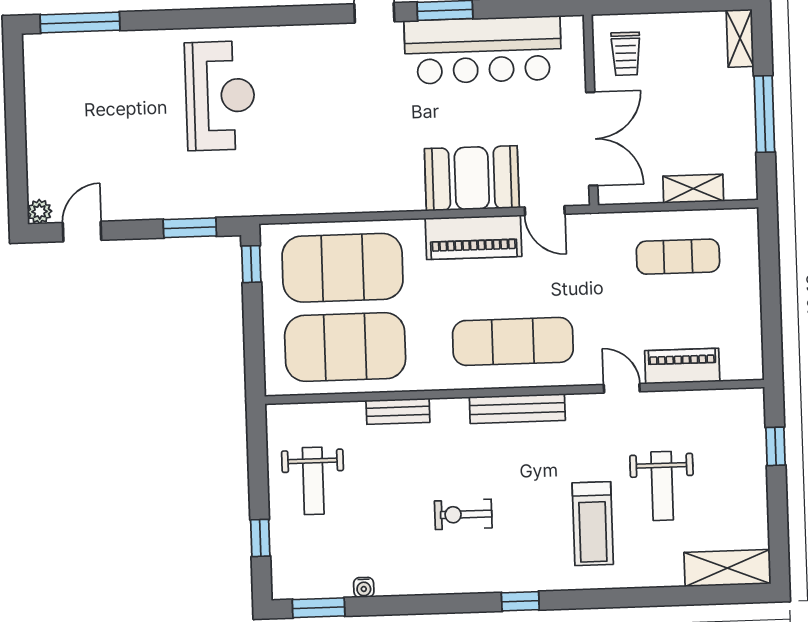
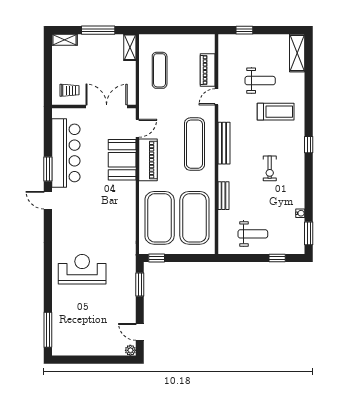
shelving: (693, 189) -> (130, 47), moved

